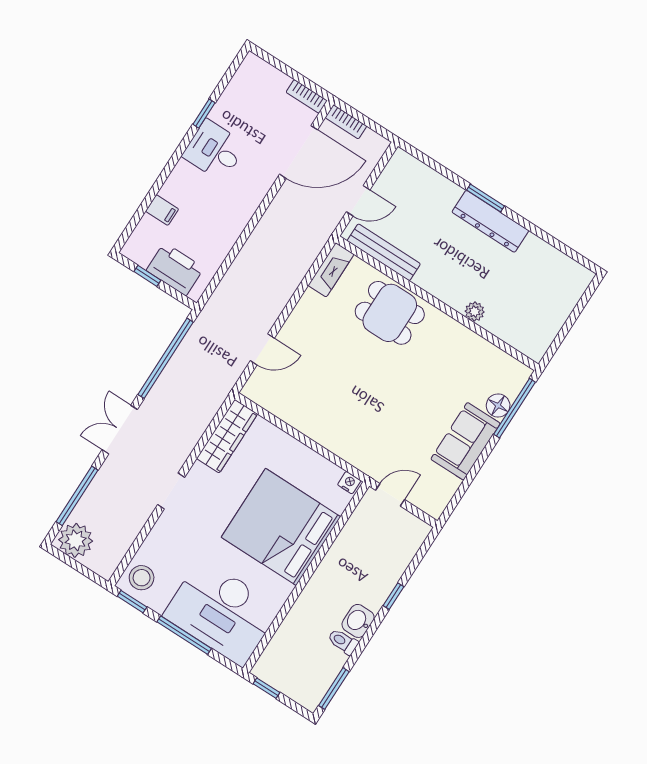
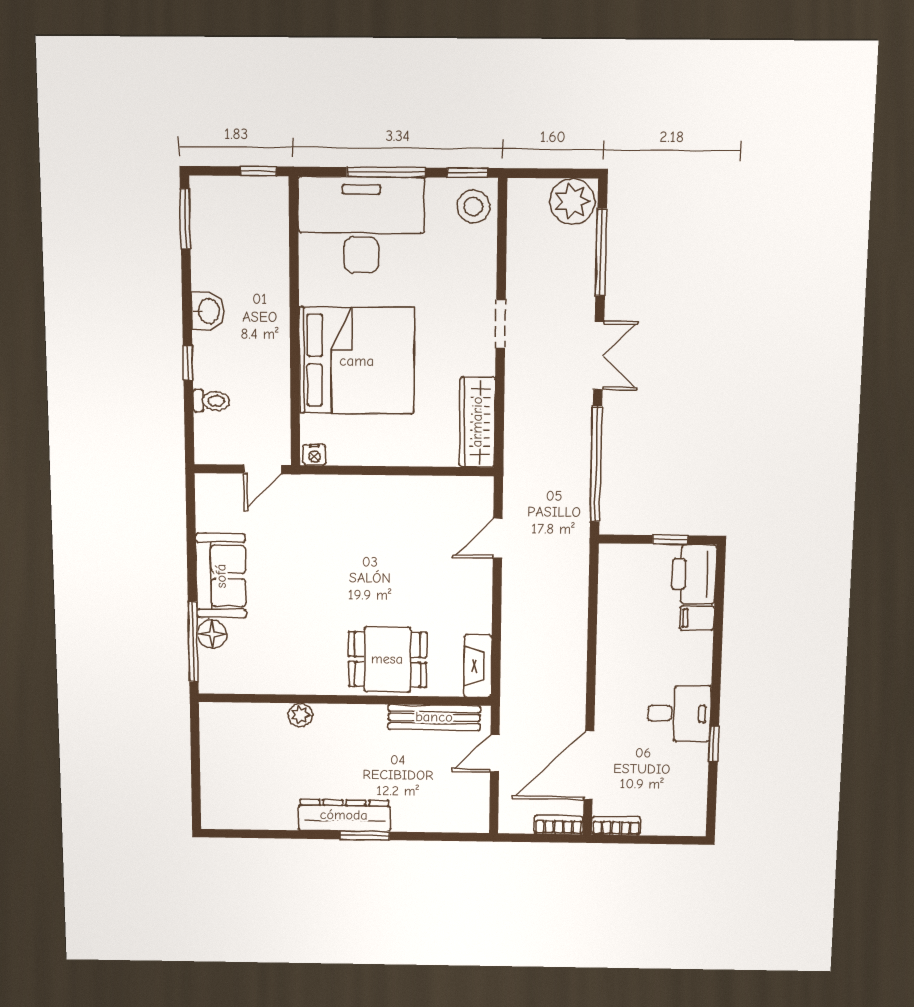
printer: (175, 269) -> (694, 574), moved, turned 90
toilet: (343, 642) -> (211, 401), moved

